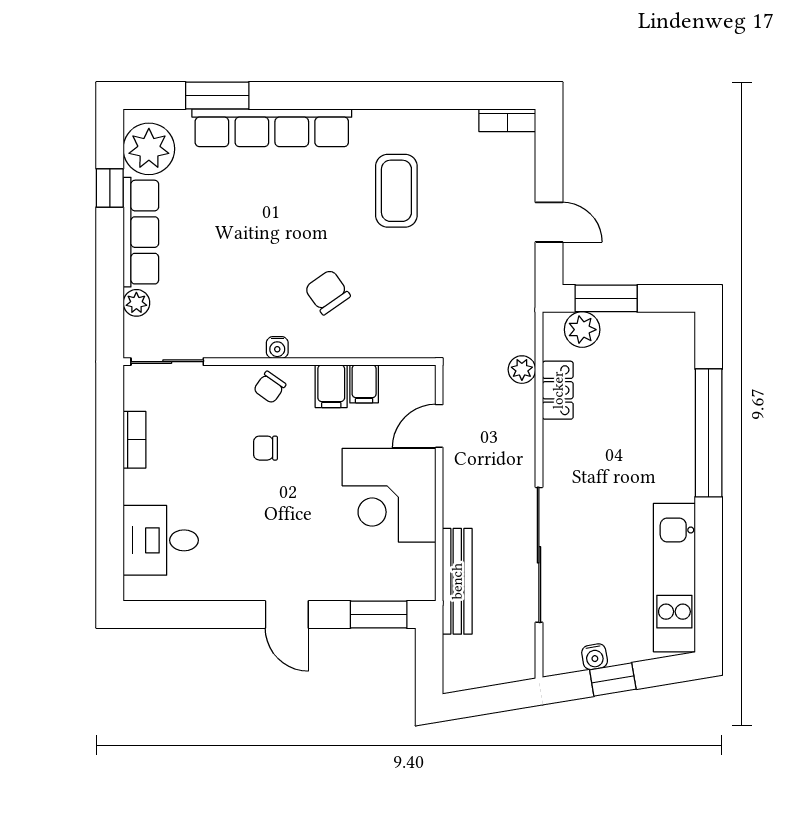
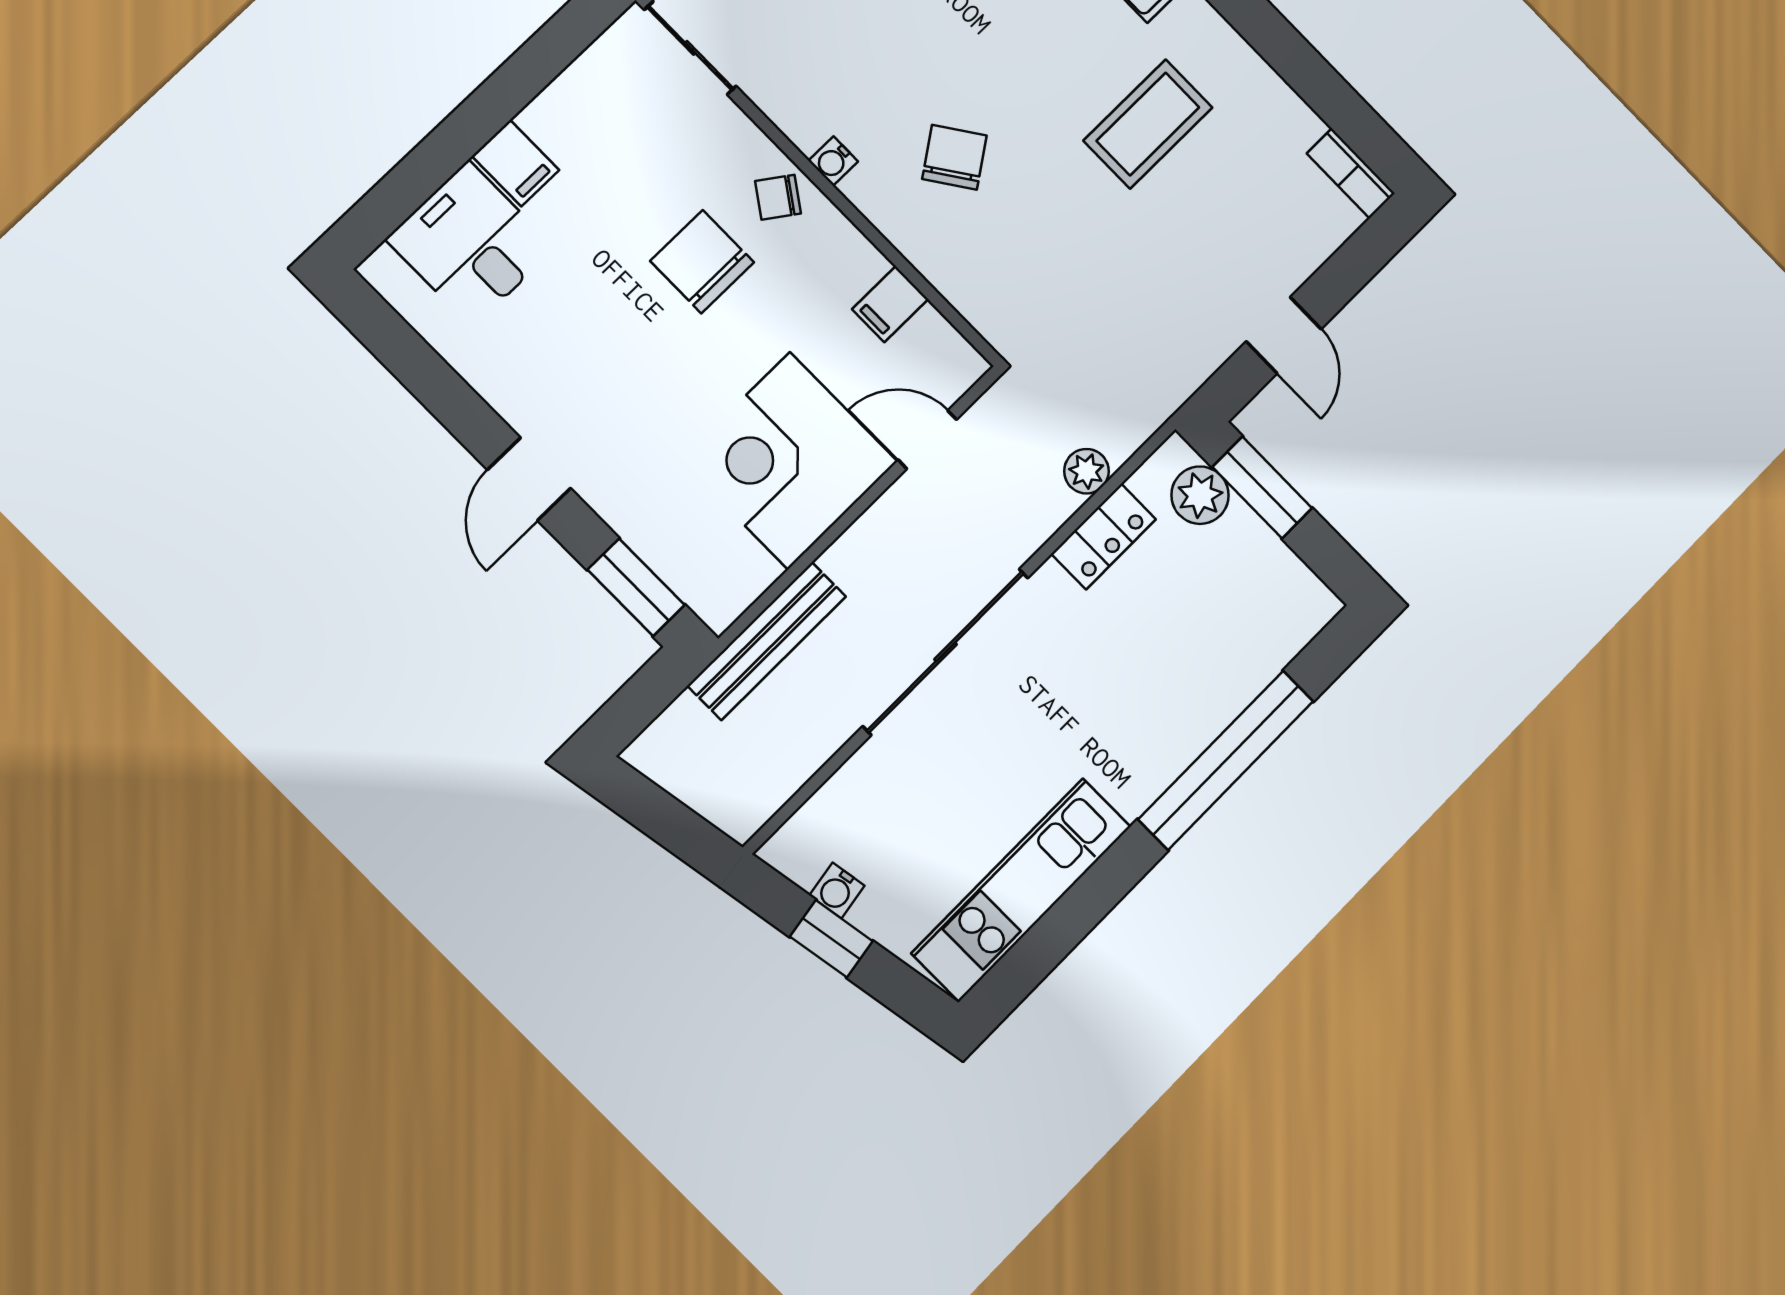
filing cabinet: (331, 386) -> (516, 163), moved, turned -90
bookcase: (134, 440) -> (560, 98), removed
chair: (266, 448) -> (702, 262), width x1.87, depth x1.87
sliding door: (539, 555) -> (946, 652), moved

